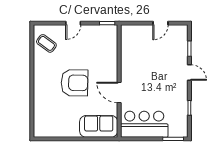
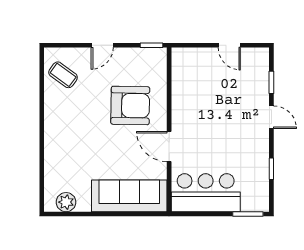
door: (160, 23) -> (229, 45), hinge flipped
armchair: (74, 83) -> (130, 105), moved
sofa: (99, 126) -> (129, 196), width x1.36
plant: (48, 131) -> (66, 202), added

